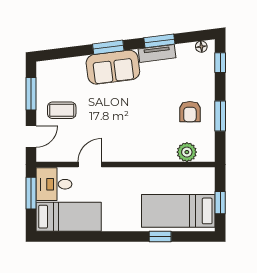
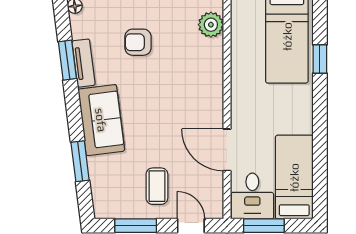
window: (108, 47) -> (80, 161), moved
armchair: (190, 112) -> (138, 42), moved, turned 180
door: (90, 165) -> (227, 150), width x1.38

